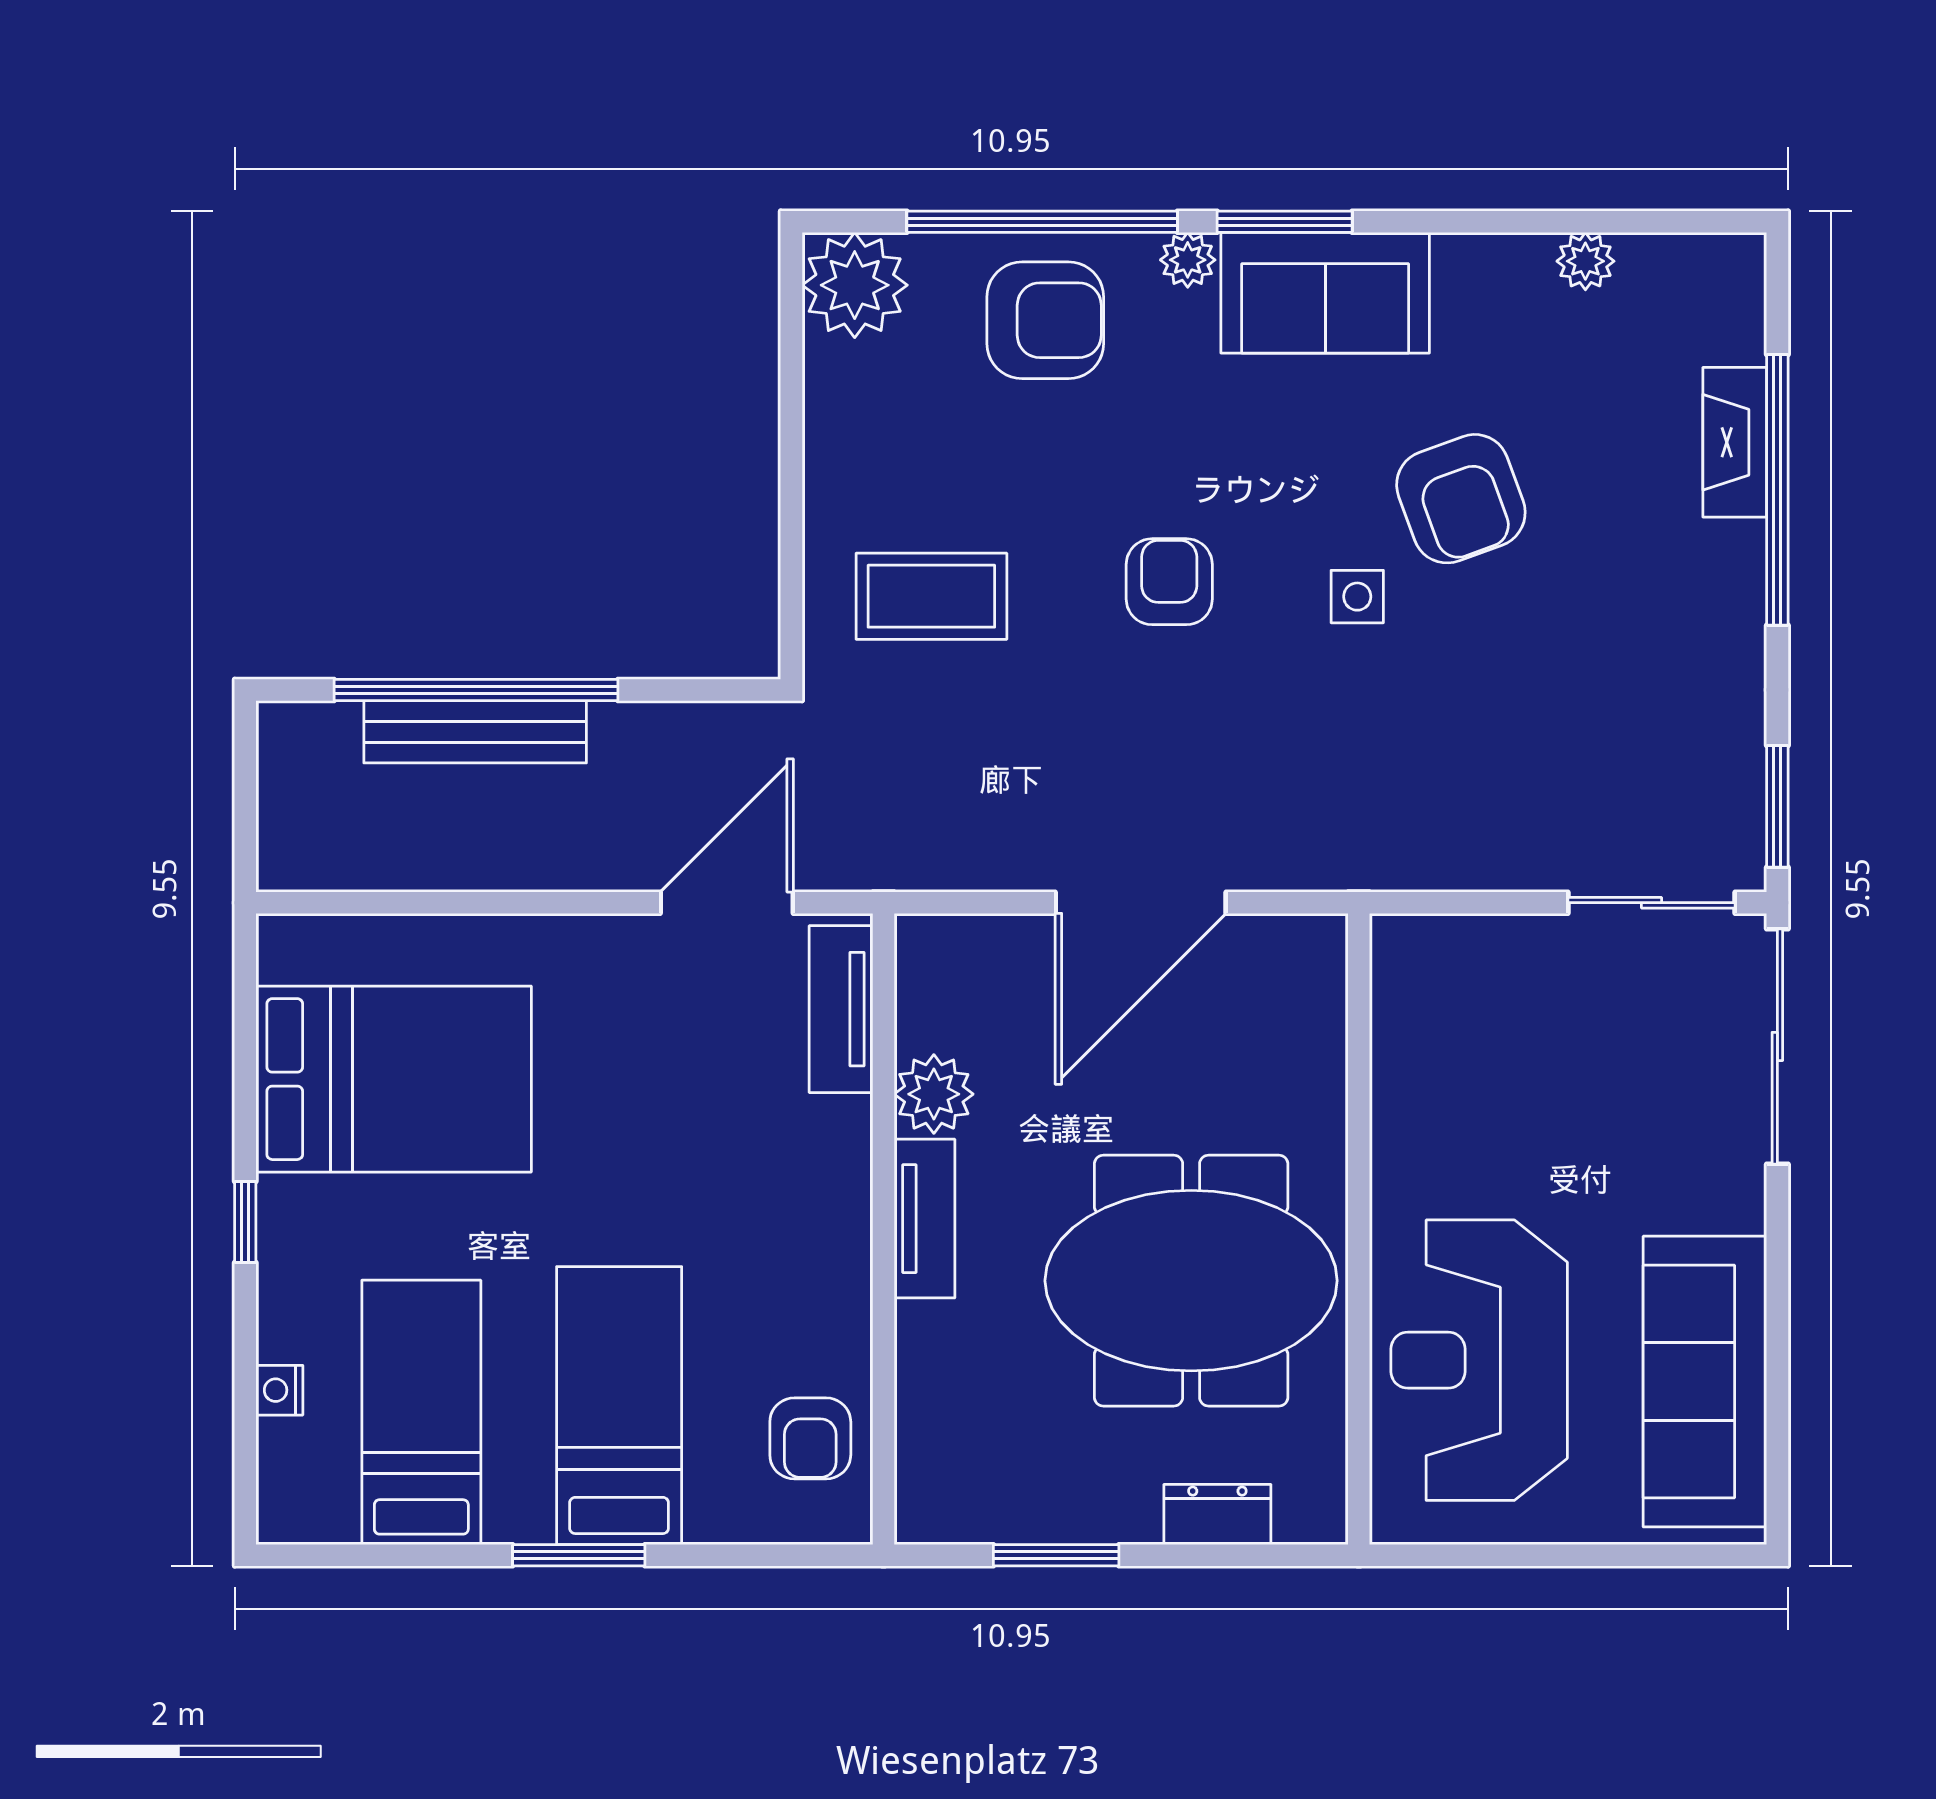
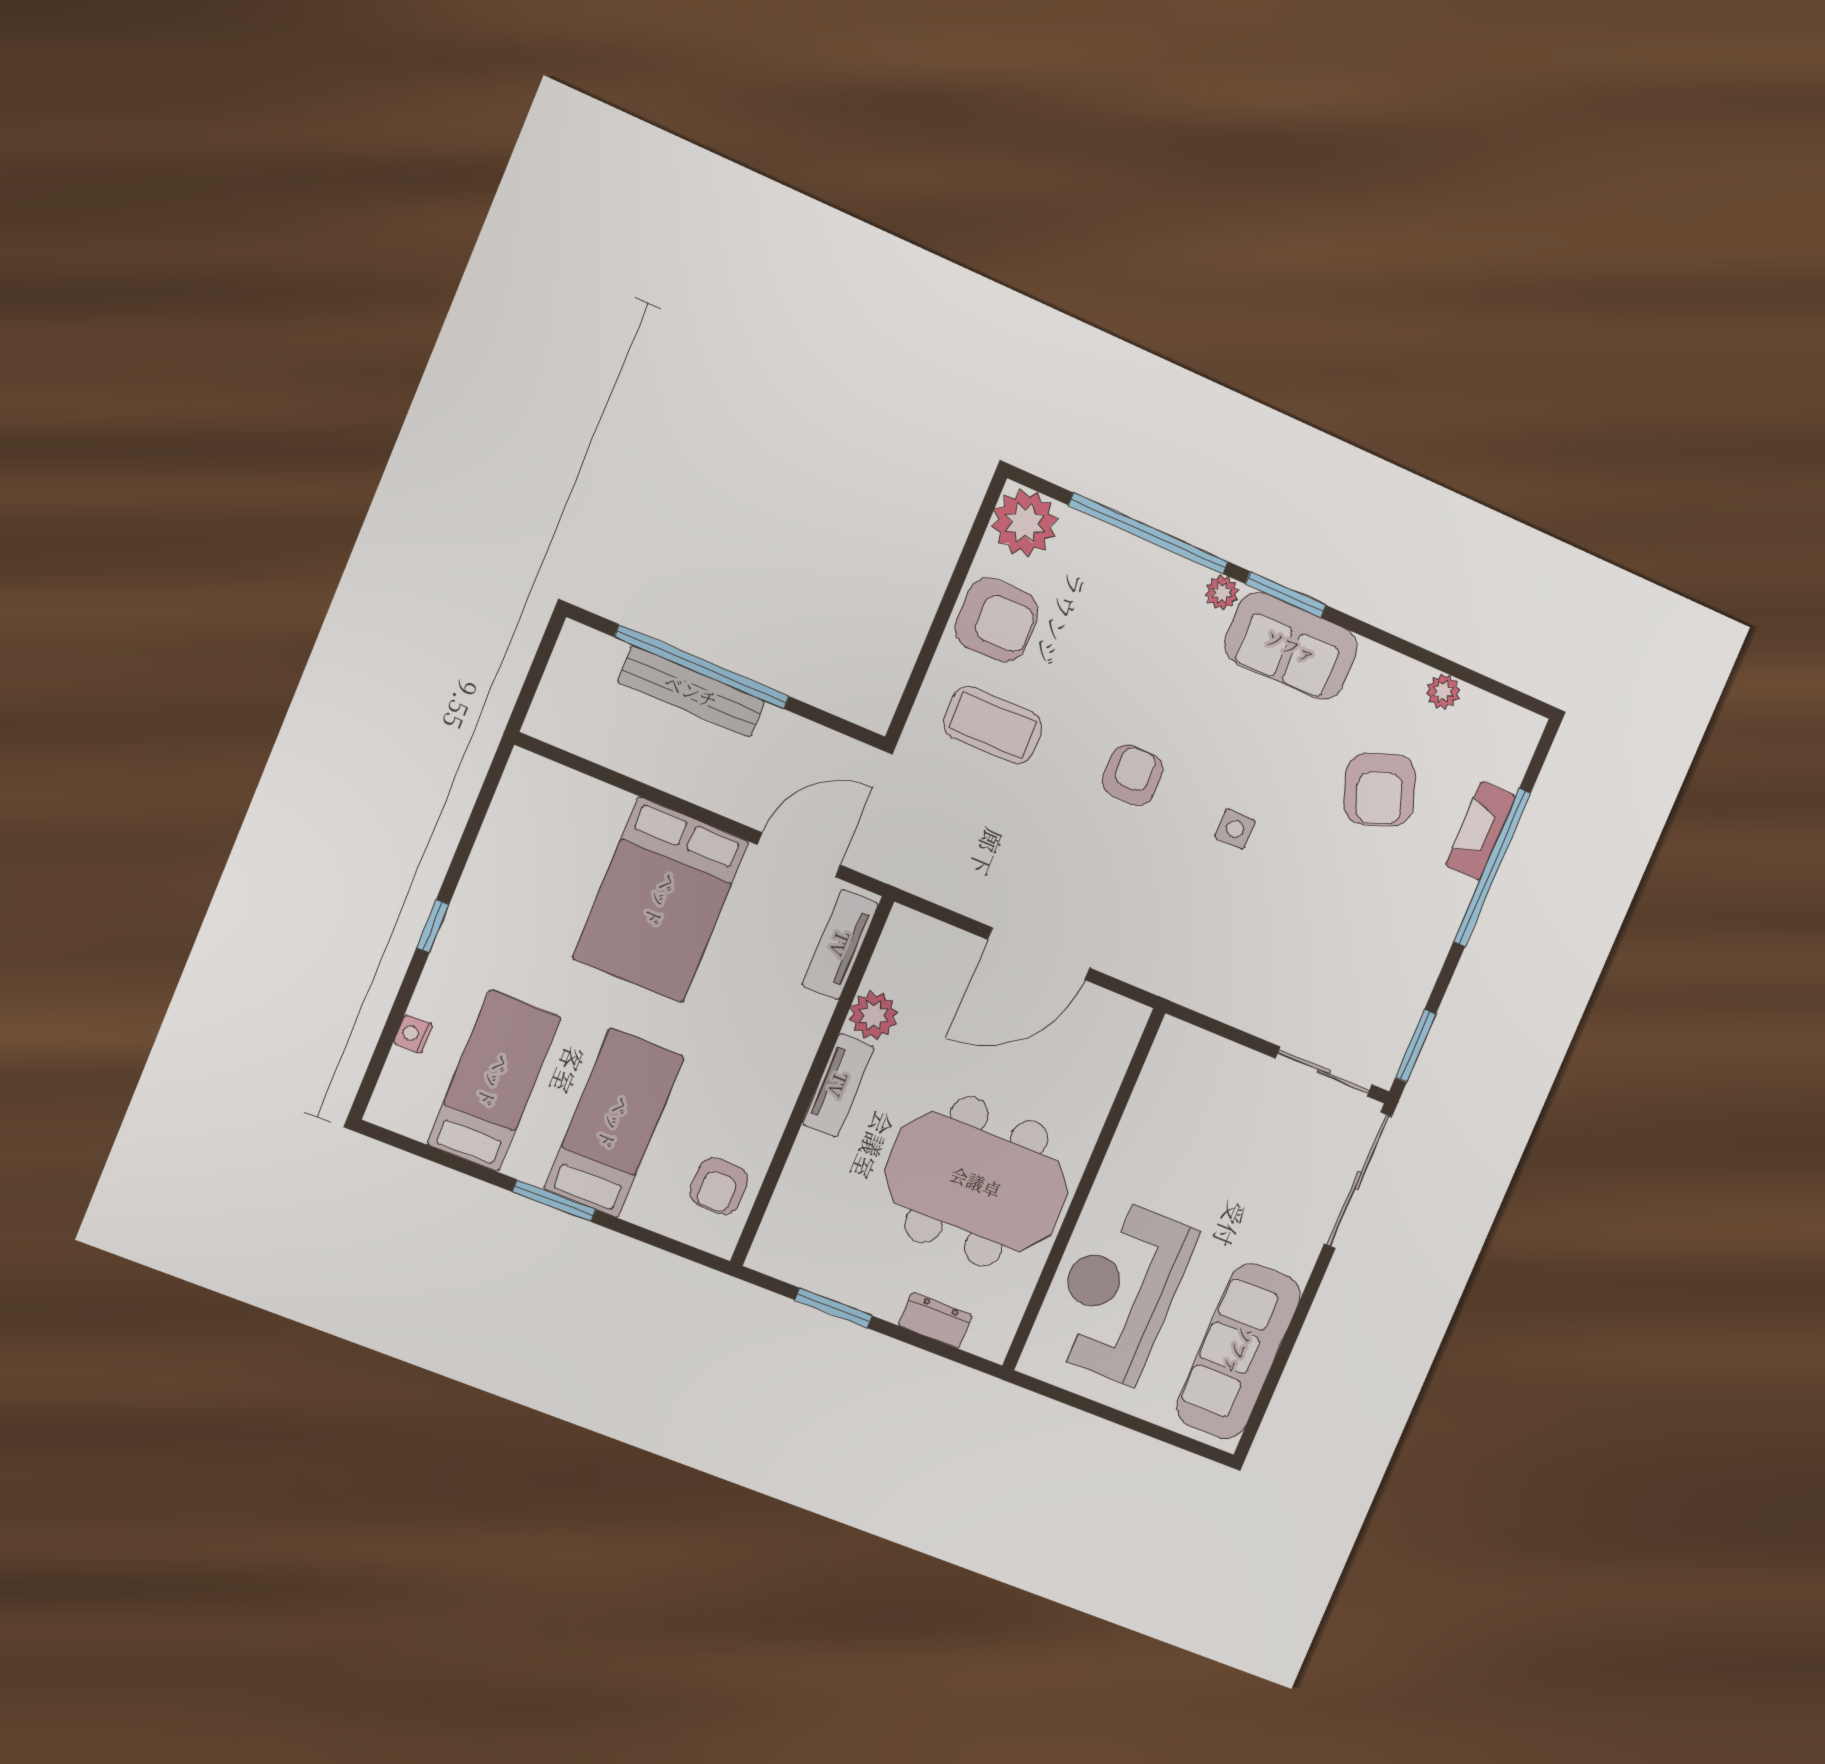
armchair: (1045, 320) -> (997, 620), moved
armchair: (1461, 499) -> (1380, 790), moved
bed: (394, 1079) -> (661, 900), moved, turned 90

